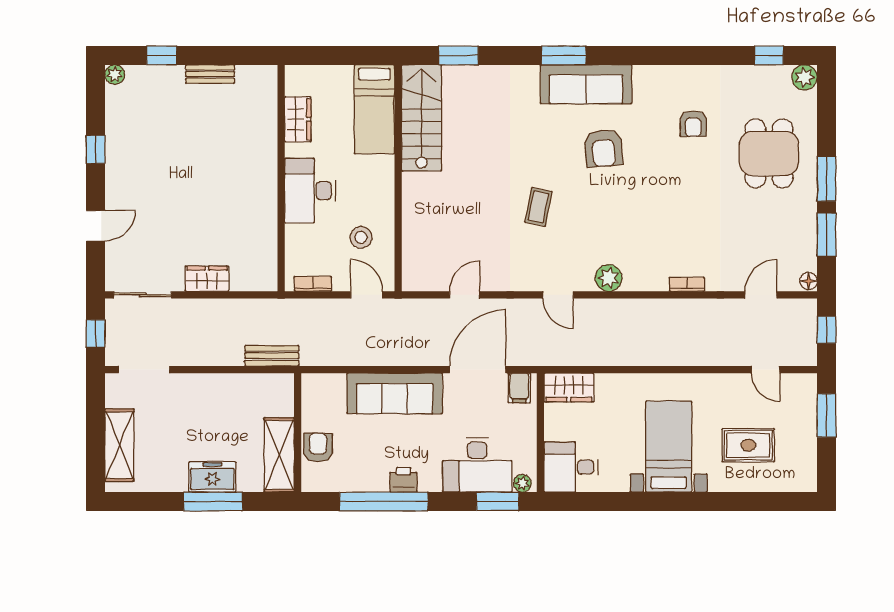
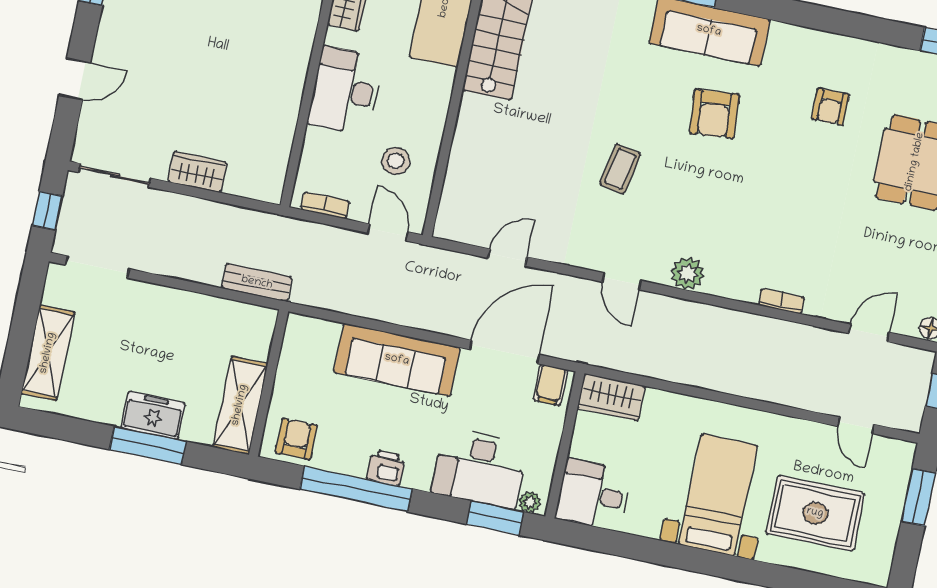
rug: (748, 445) -> (815, 513), width x1.36, depth x1.43
armchair: (318, 448) -> (296, 439), moved

